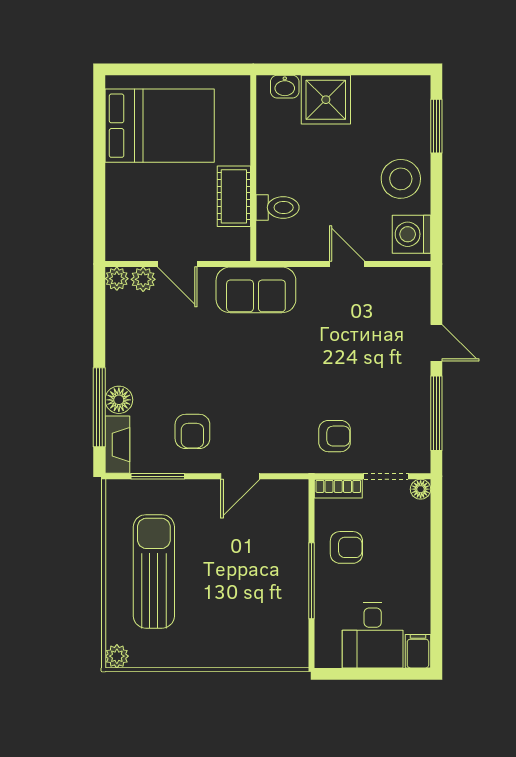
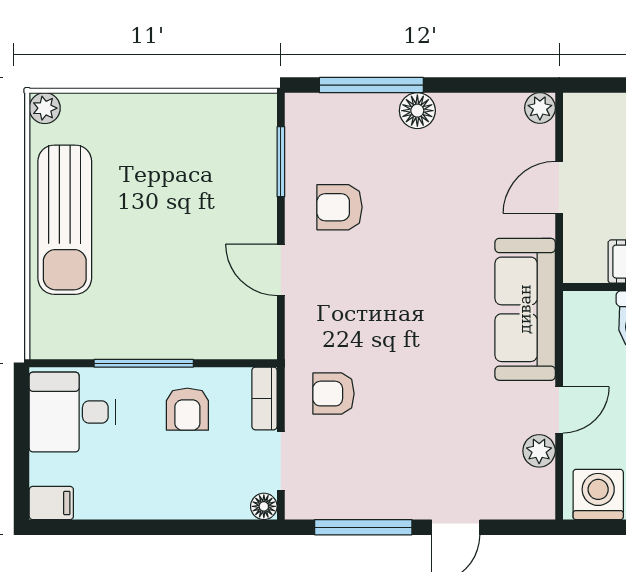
plant: (143, 279) -> (539, 451), moved
sofa: (256, 290) -> (525, 309), width x1.36
floor lamp: (119, 400) -> (417, 111), moved
armchair: (335, 436) -> (333, 394), turned 90
fireplace: (117, 445) -> (322, 109), removed
sun lounger: (154, 571) -> (65, 220), moved, turned 90
desk: (373, 635) -> (72, 412), moved

